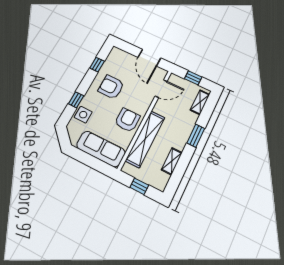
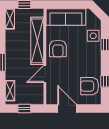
armchair: (111, 87) -> (90, 86), moved, turned 180
door: (161, 89) -> (45, 74), moved
shelving: (172, 161) -> (10, 19), moved

